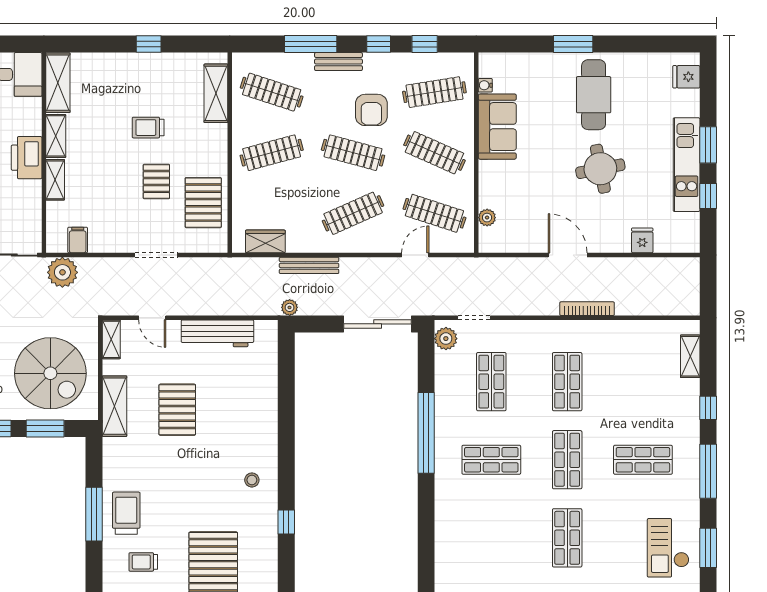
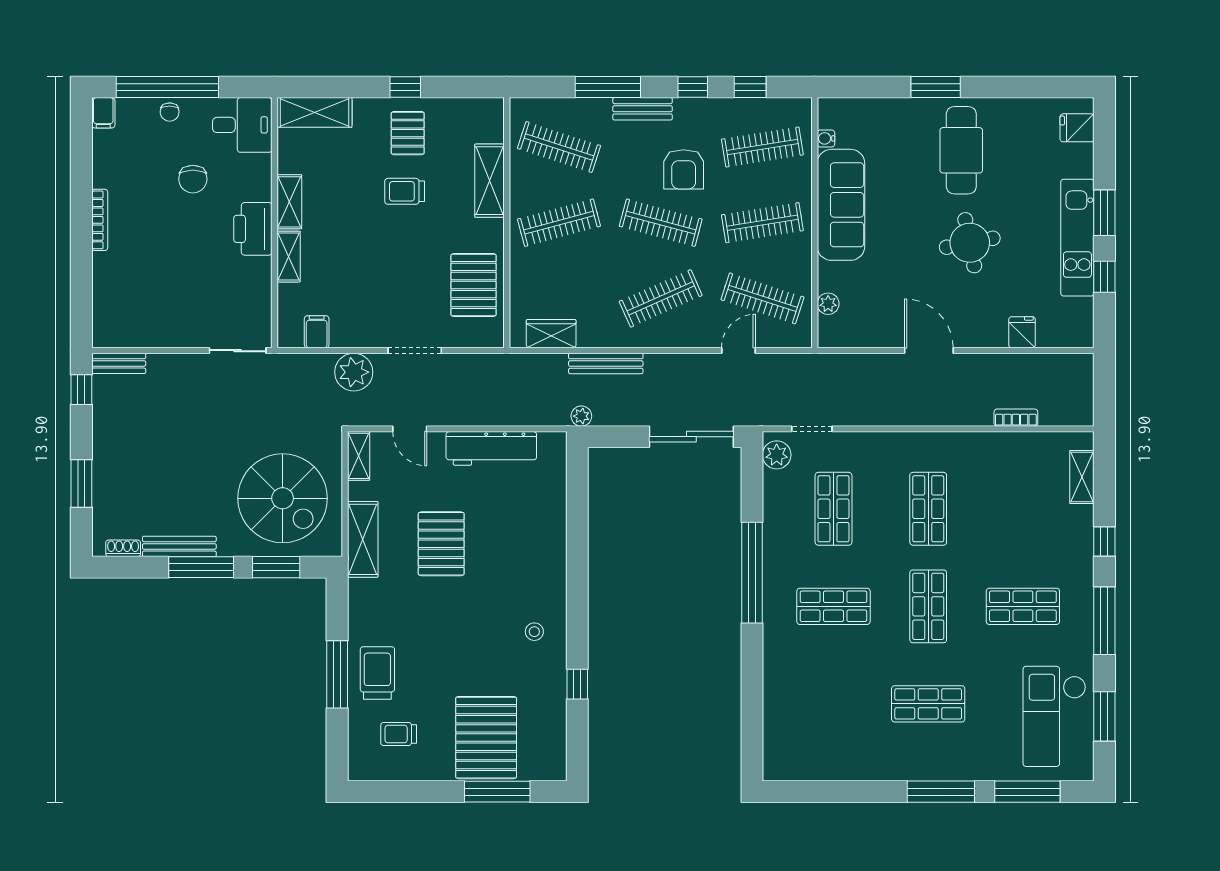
shelving: (58, 83) -> (314, 112), moved, turned 90
shelving: (216, 93) -> (489, 181), moved
sofa: (497, 127) -> (841, 205), width x1.36
clothes rail: (434, 153) -> (762, 223), turned -33
pallet: (156, 181) -> (408, 133), moved
plant: (62, 272) -> (354, 372), moved
bookcase: (587, 309) -> (1016, 418), moved, width x0.64
shop shelf: (567, 538) -> (928, 704), turned 90
checkout: (668, 548) -> (1054, 716), width x1.36, depth x1.21

